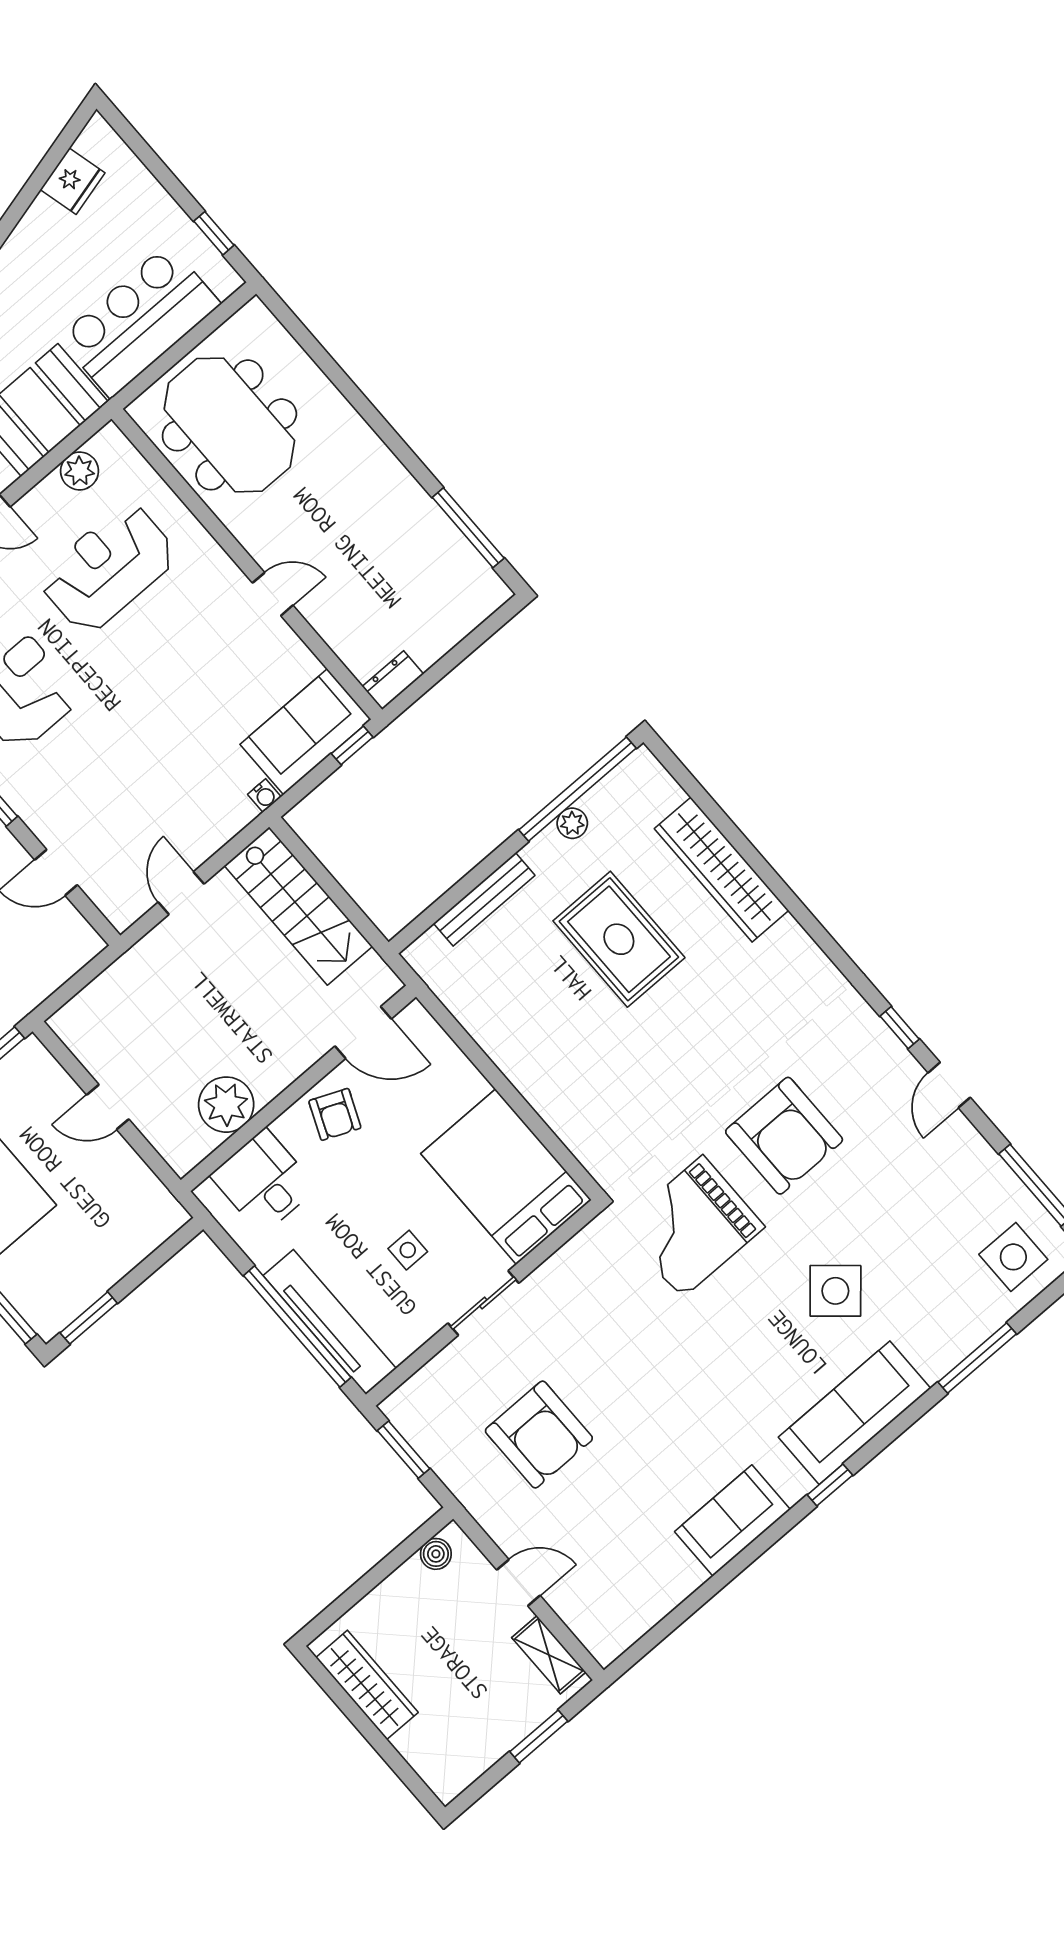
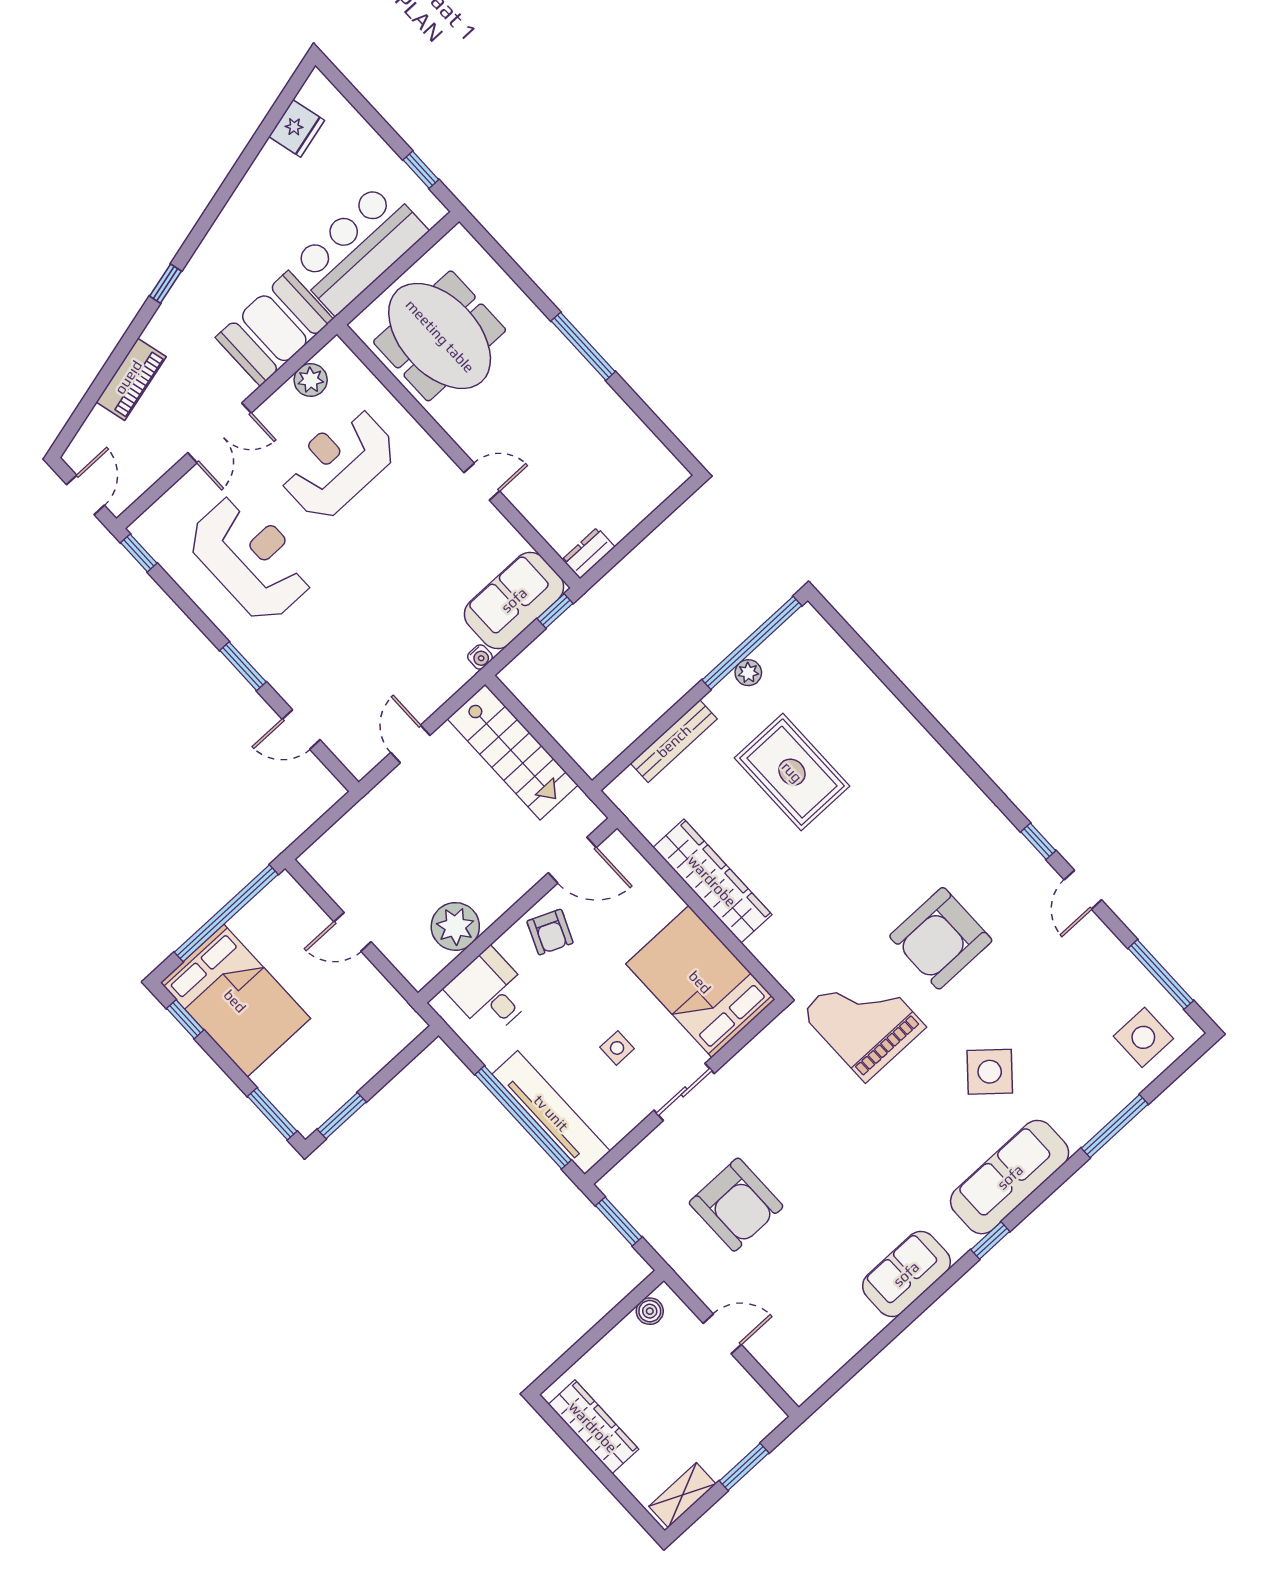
window: (468, 528) -> (583, 346), moved
wardrobe: (721, 870) -> (712, 881), moved, turned 180
armchair: (784, 1136) -> (941, 938), turned 90
grand piano: (692, 1227) -> (864, 1020), turned 90
shelving: (549, 1655) -> (682, 1495), moved, turned 90

